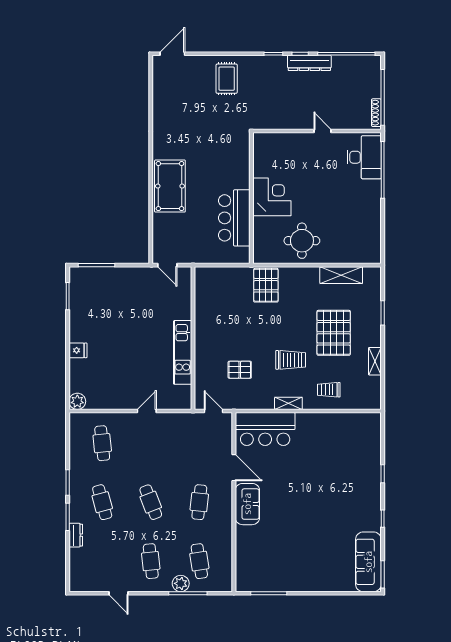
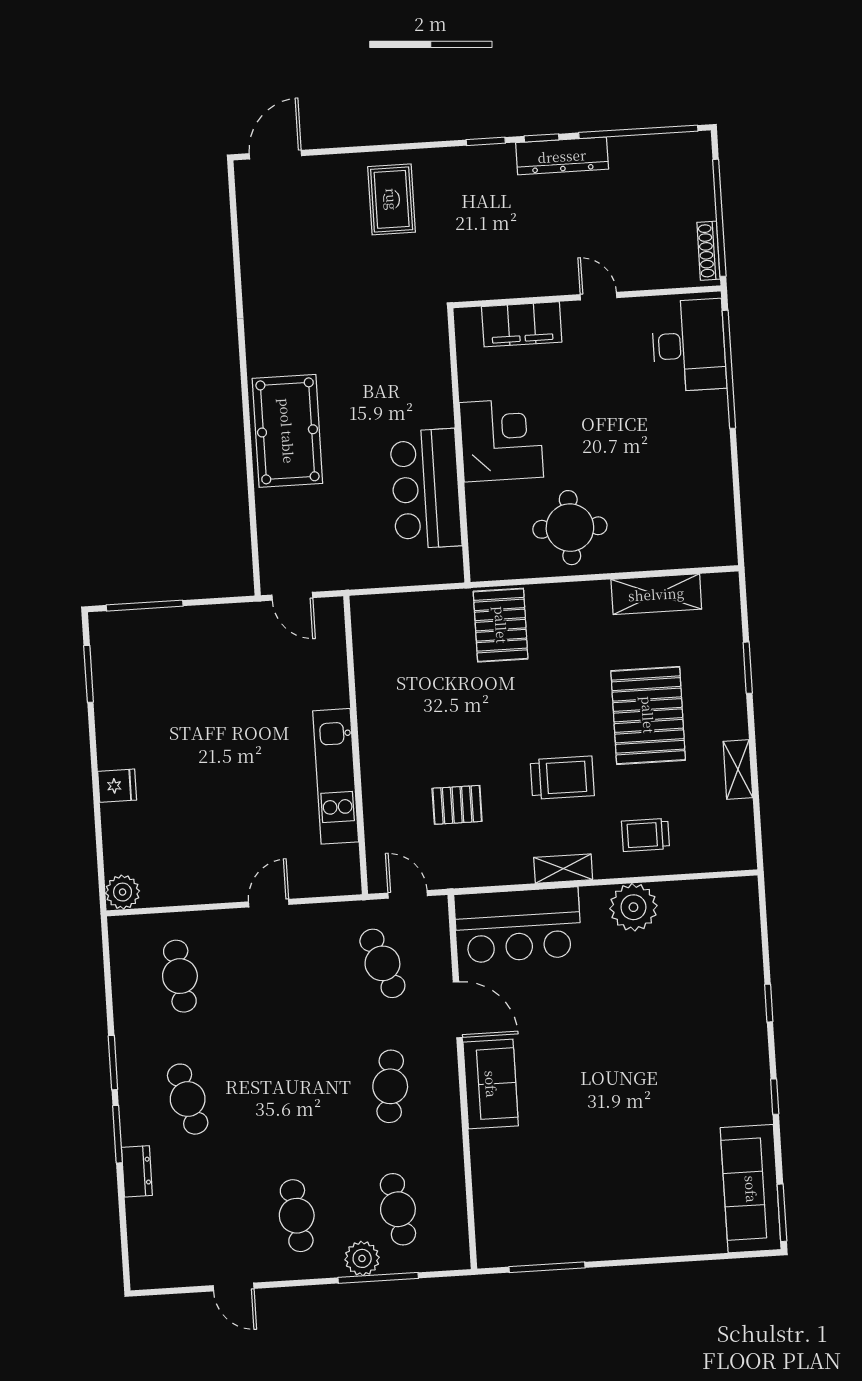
filing cabinet: (285, 142) -> (522, 324), added
plant: (321, 424) -> (633, 907), added
cafe table: (151, 502) -> (382, 963), moved

